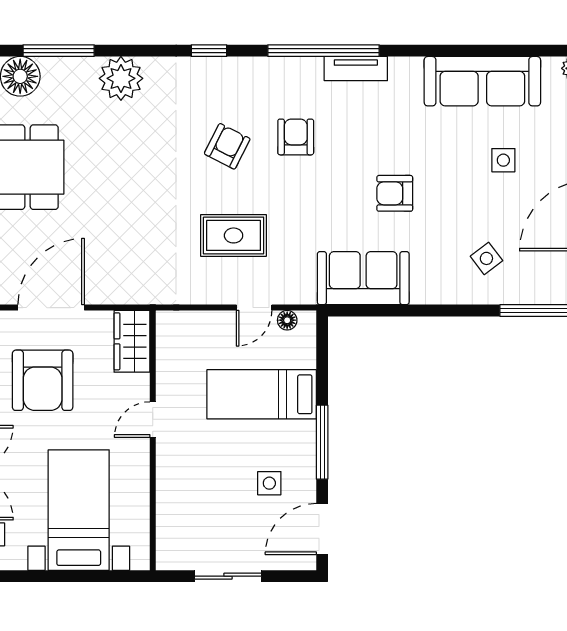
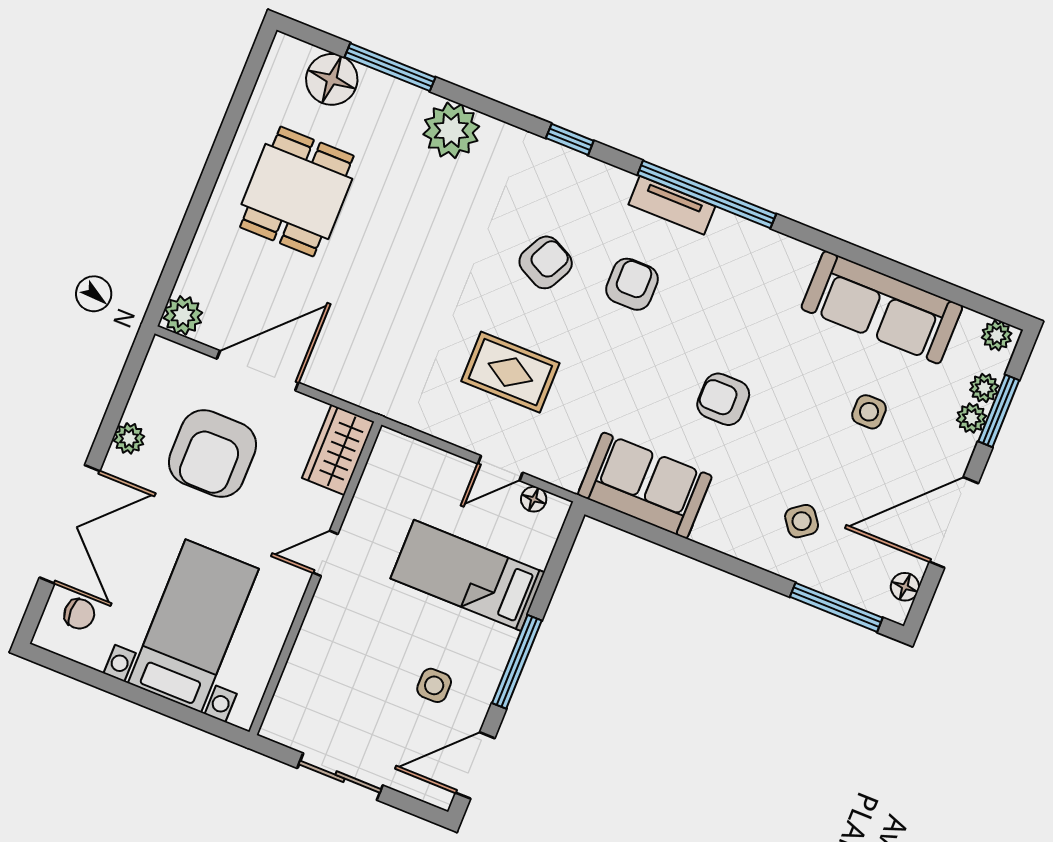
tv unit: (356, 69) -> (672, 205), moved

